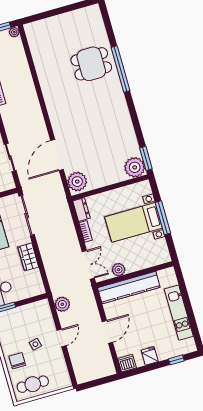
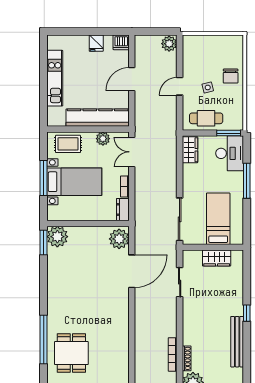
dining table: (91, 64) -> (71, 353), turned 90
rug: (149, 256) -> (68, 144), added
wardrobe: (28, 257) -> (190, 150), moved
plant: (62, 304) -> (169, 44), moved
window: (176, 360) -> (71, 31), removed
cafe table: (33, 384) -> (206, 118), moved

